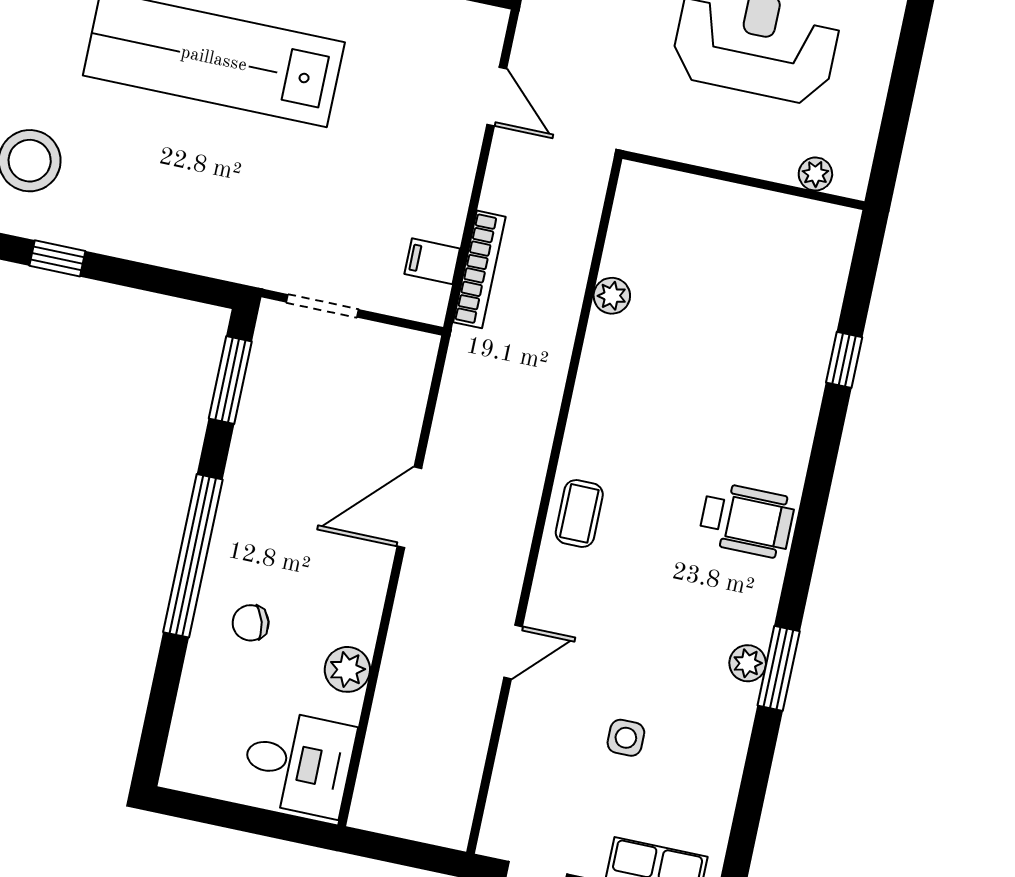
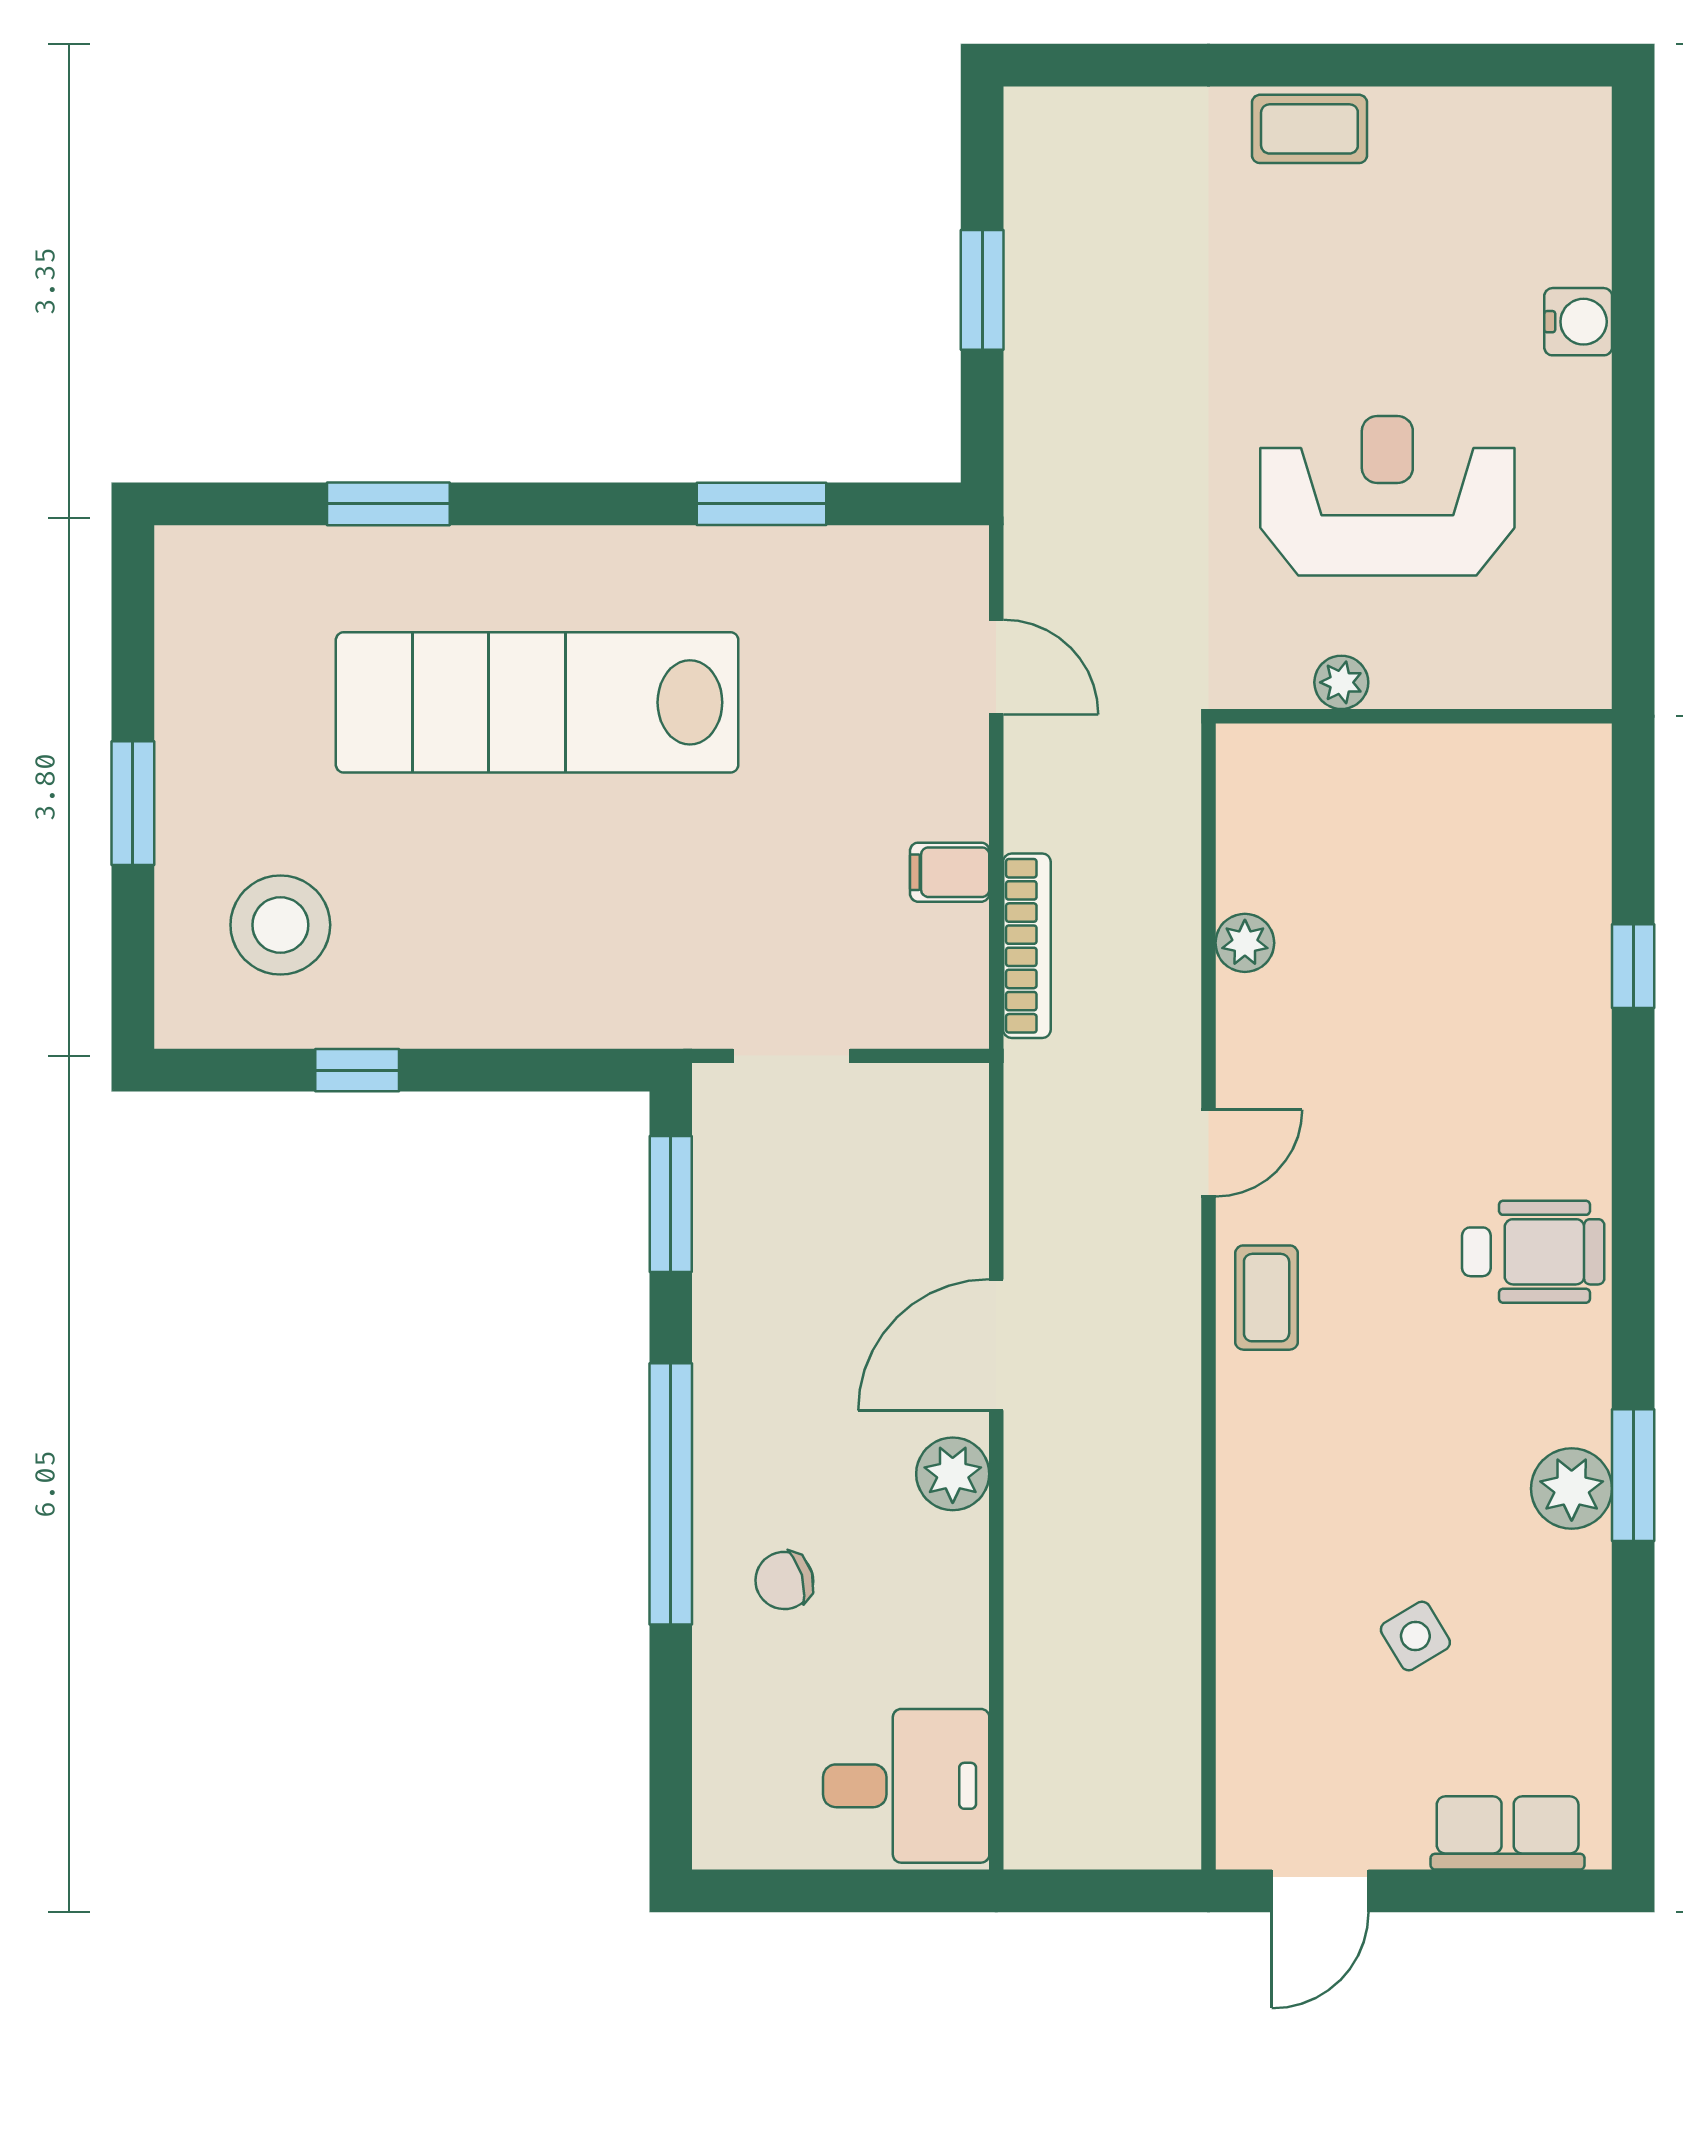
plant: (815, 174) -> (1341, 682), moved
filing cabinet: (432, 261) -> (950, 872), moved
door: (513, 652) -> (1209, 1153), moved
plant: (748, 663) -> (1572, 1489), width x1.38, depth x1.38
plant: (347, 669) -> (953, 1474), moved
side table: (626, 738) -> (1415, 1636), turned -31

